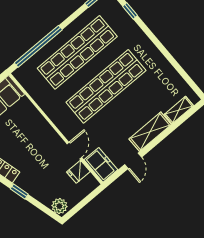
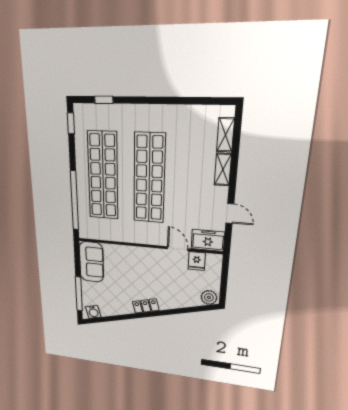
shelving: (150, 132) -> (223, 169), width x0.67, depth x0.75
window: (19, 191) -> (171, 312), removed

